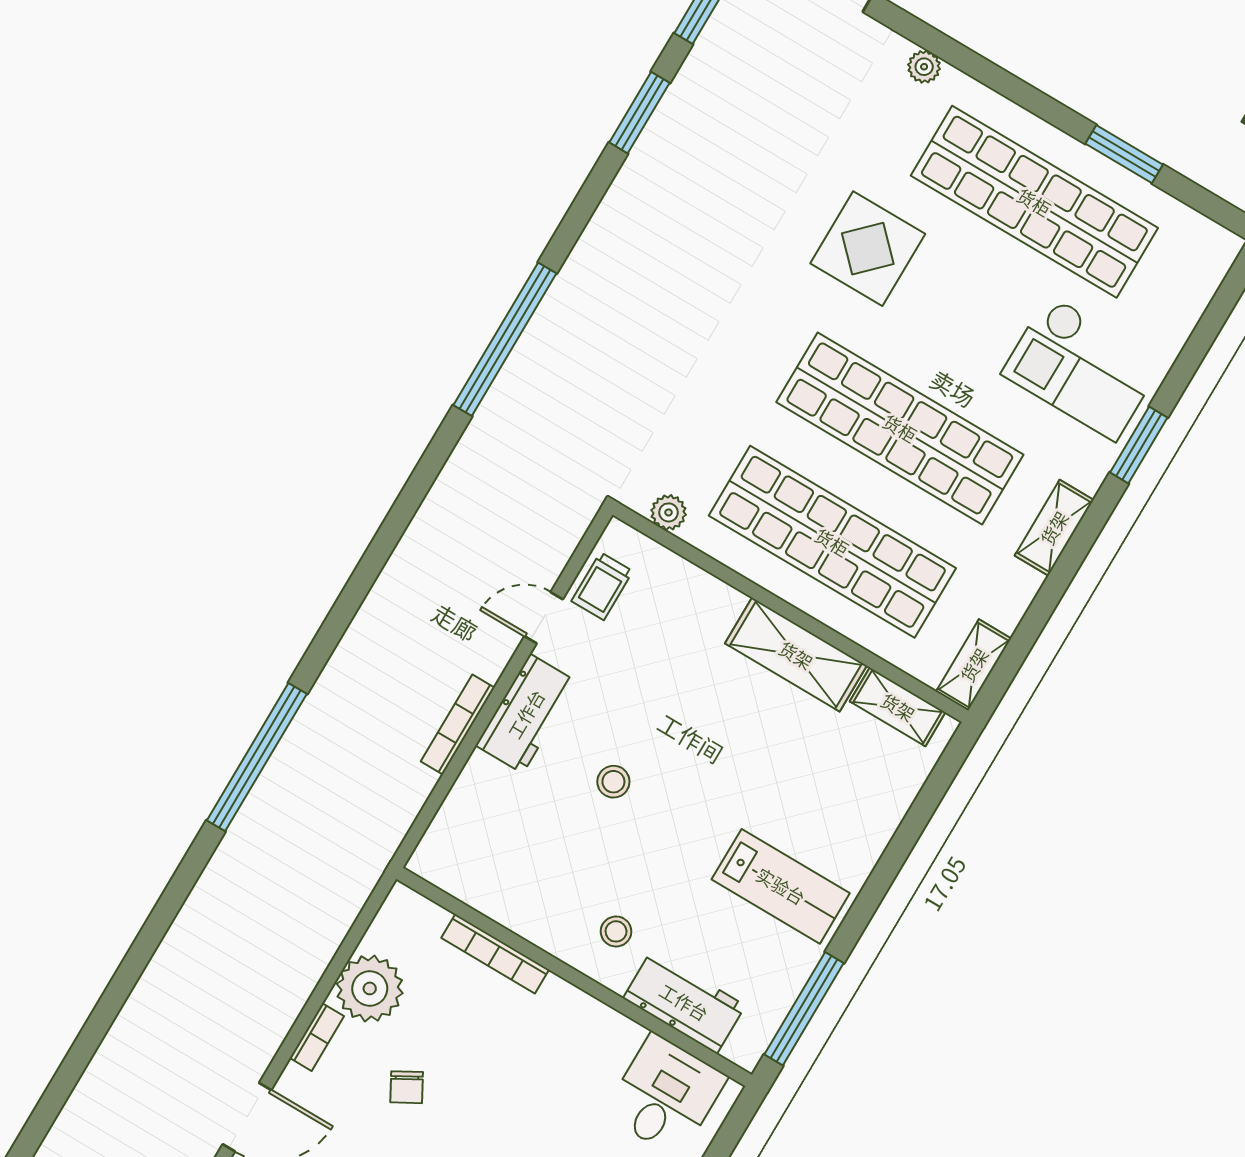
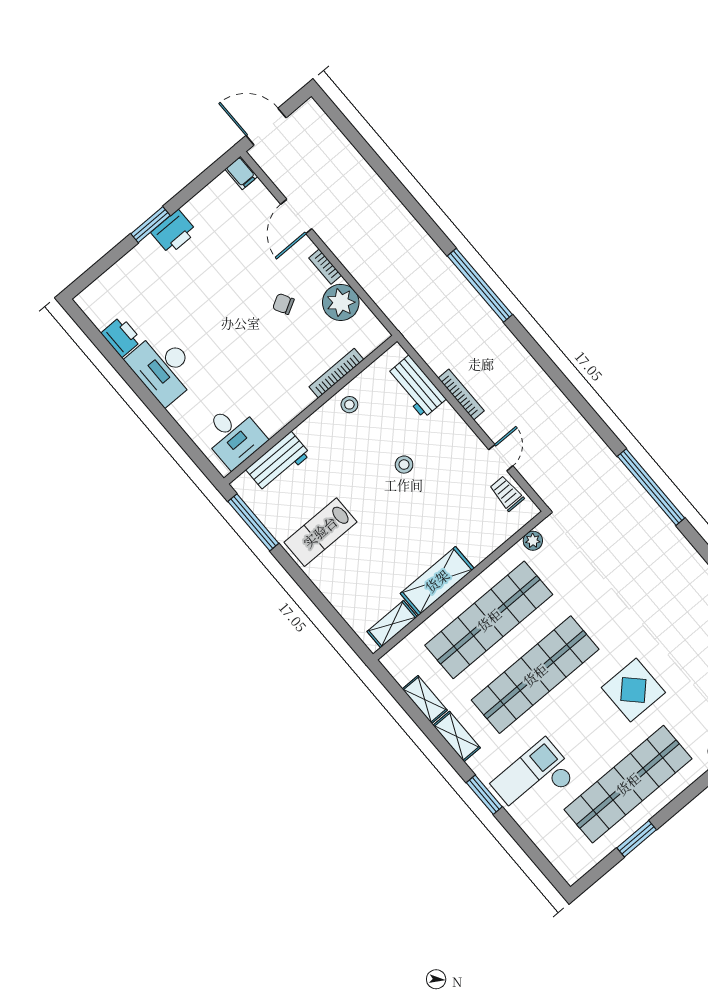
shelving: (974, 665) -> (425, 700), moved
workbench: (526, 714) -> (416, 387), moved
stool: (616, 931) -> (349, 405), moved

